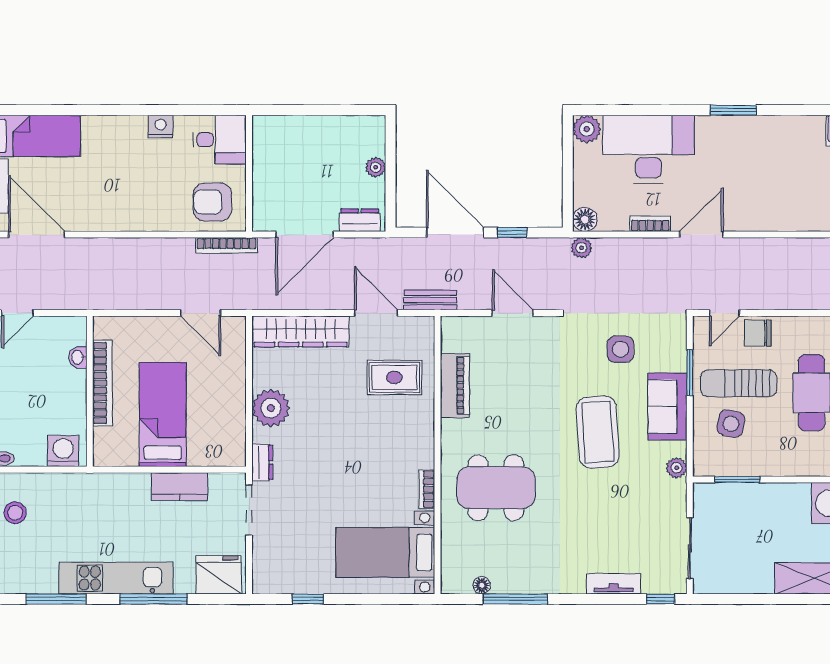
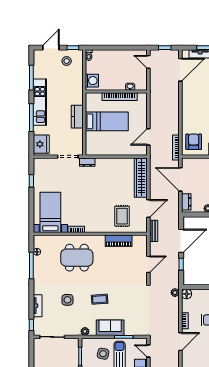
door: (701, 235) -> (180, 342), hinge flipped
side table: (620, 349) -> (67, 300), moved
plant: (271, 408) -> (109, 166), removed
coffee table: (598, 432) -> (100, 299), width x0.54, depth x0.58
kitchen counter: (180, 487) -> (77, 117), moved
dining table: (496, 488) -> (77, 258), turned 90

